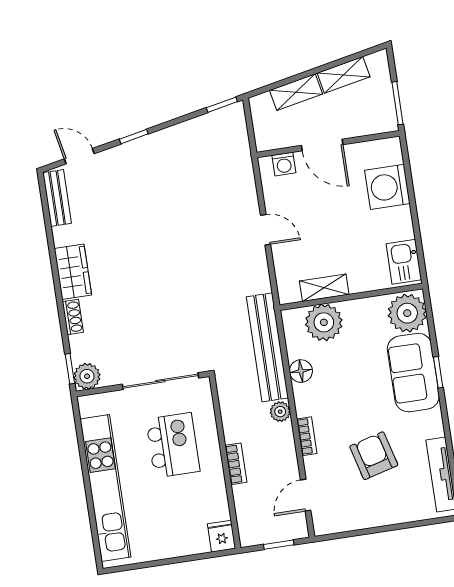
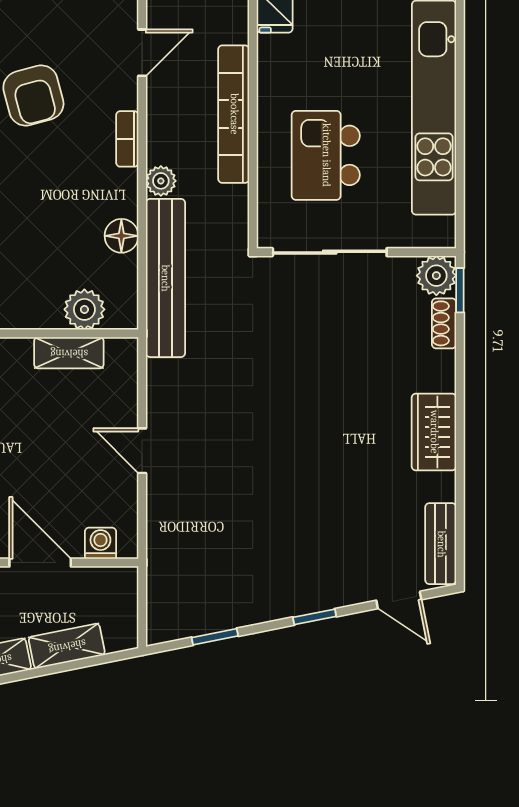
window: (222, 105) -> (215, 637), moved
shoe rack: (73, 317) -> (444, 323), moved
plant: (324, 322) -> (84, 309), width x0.73, depth x0.73
bookcase: (236, 464) -> (234, 114), width x2.31, depth x1.31

